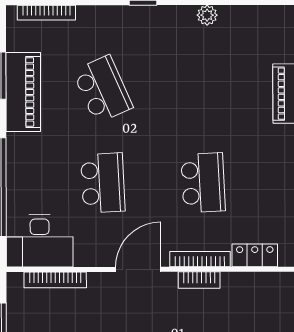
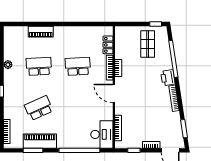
school desk: (103, 183) -> (39, 66), moved

